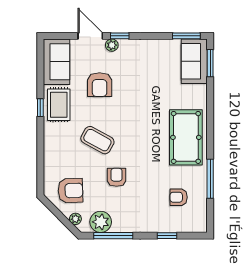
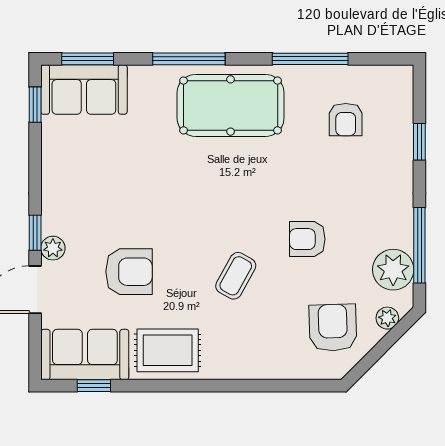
window: (186, 36) -> (35, 105), width x0.67
window: (40, 108) -> (94, 386), moved
window: (210, 116) -> (189, 59), added
coffee table: (97, 140) -> (236, 276), width x0.73, depth x0.77

